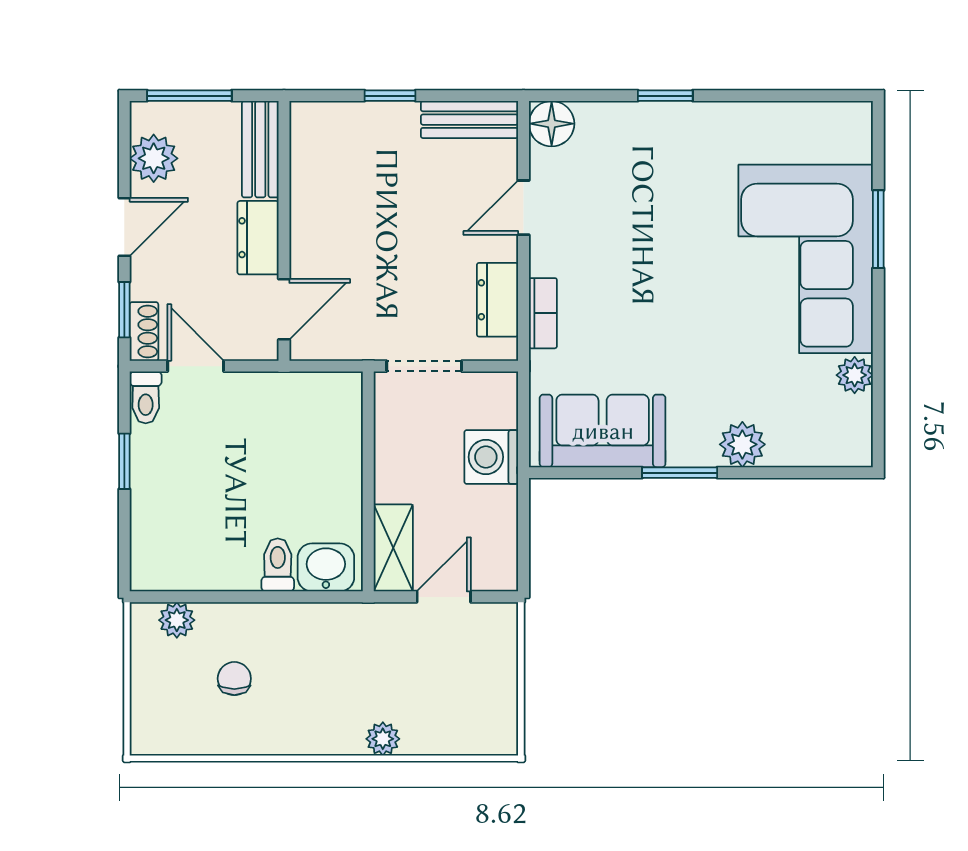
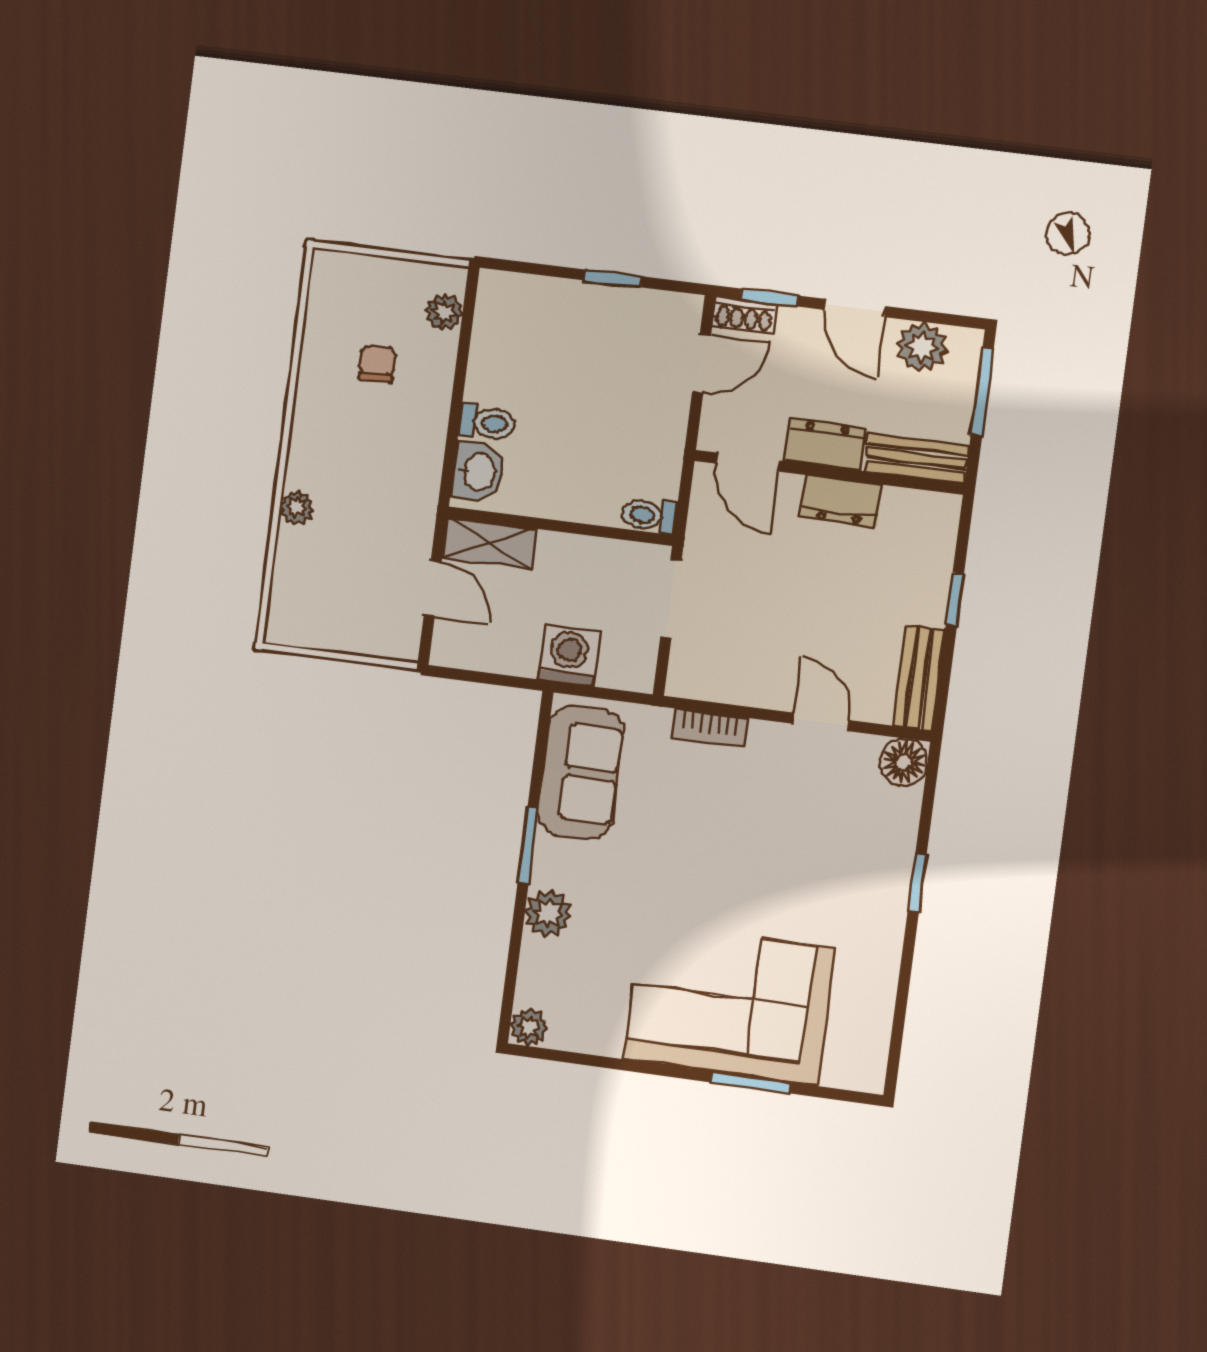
dresser: (497, 300) -> (841, 501), moved, turned 180
plant: (855, 375) -> (529, 1027), moved
toilet: (146, 397) -> (649, 515), moved
chair: (234, 679) -> (377, 364), turned -90

